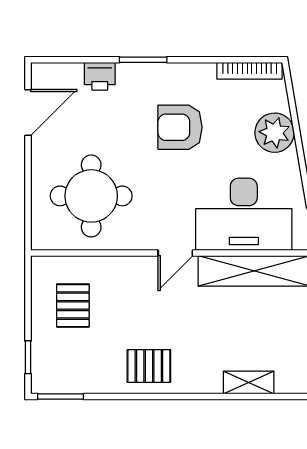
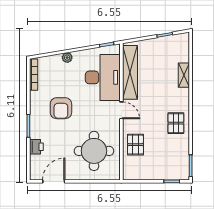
door: (28, 112) -> (54, 181), hinge flipped
plant: (275, 133) -> (67, 58), width x0.53, depth x0.53
pallet: (73, 306) -> (135, 145), moved, turned 90

